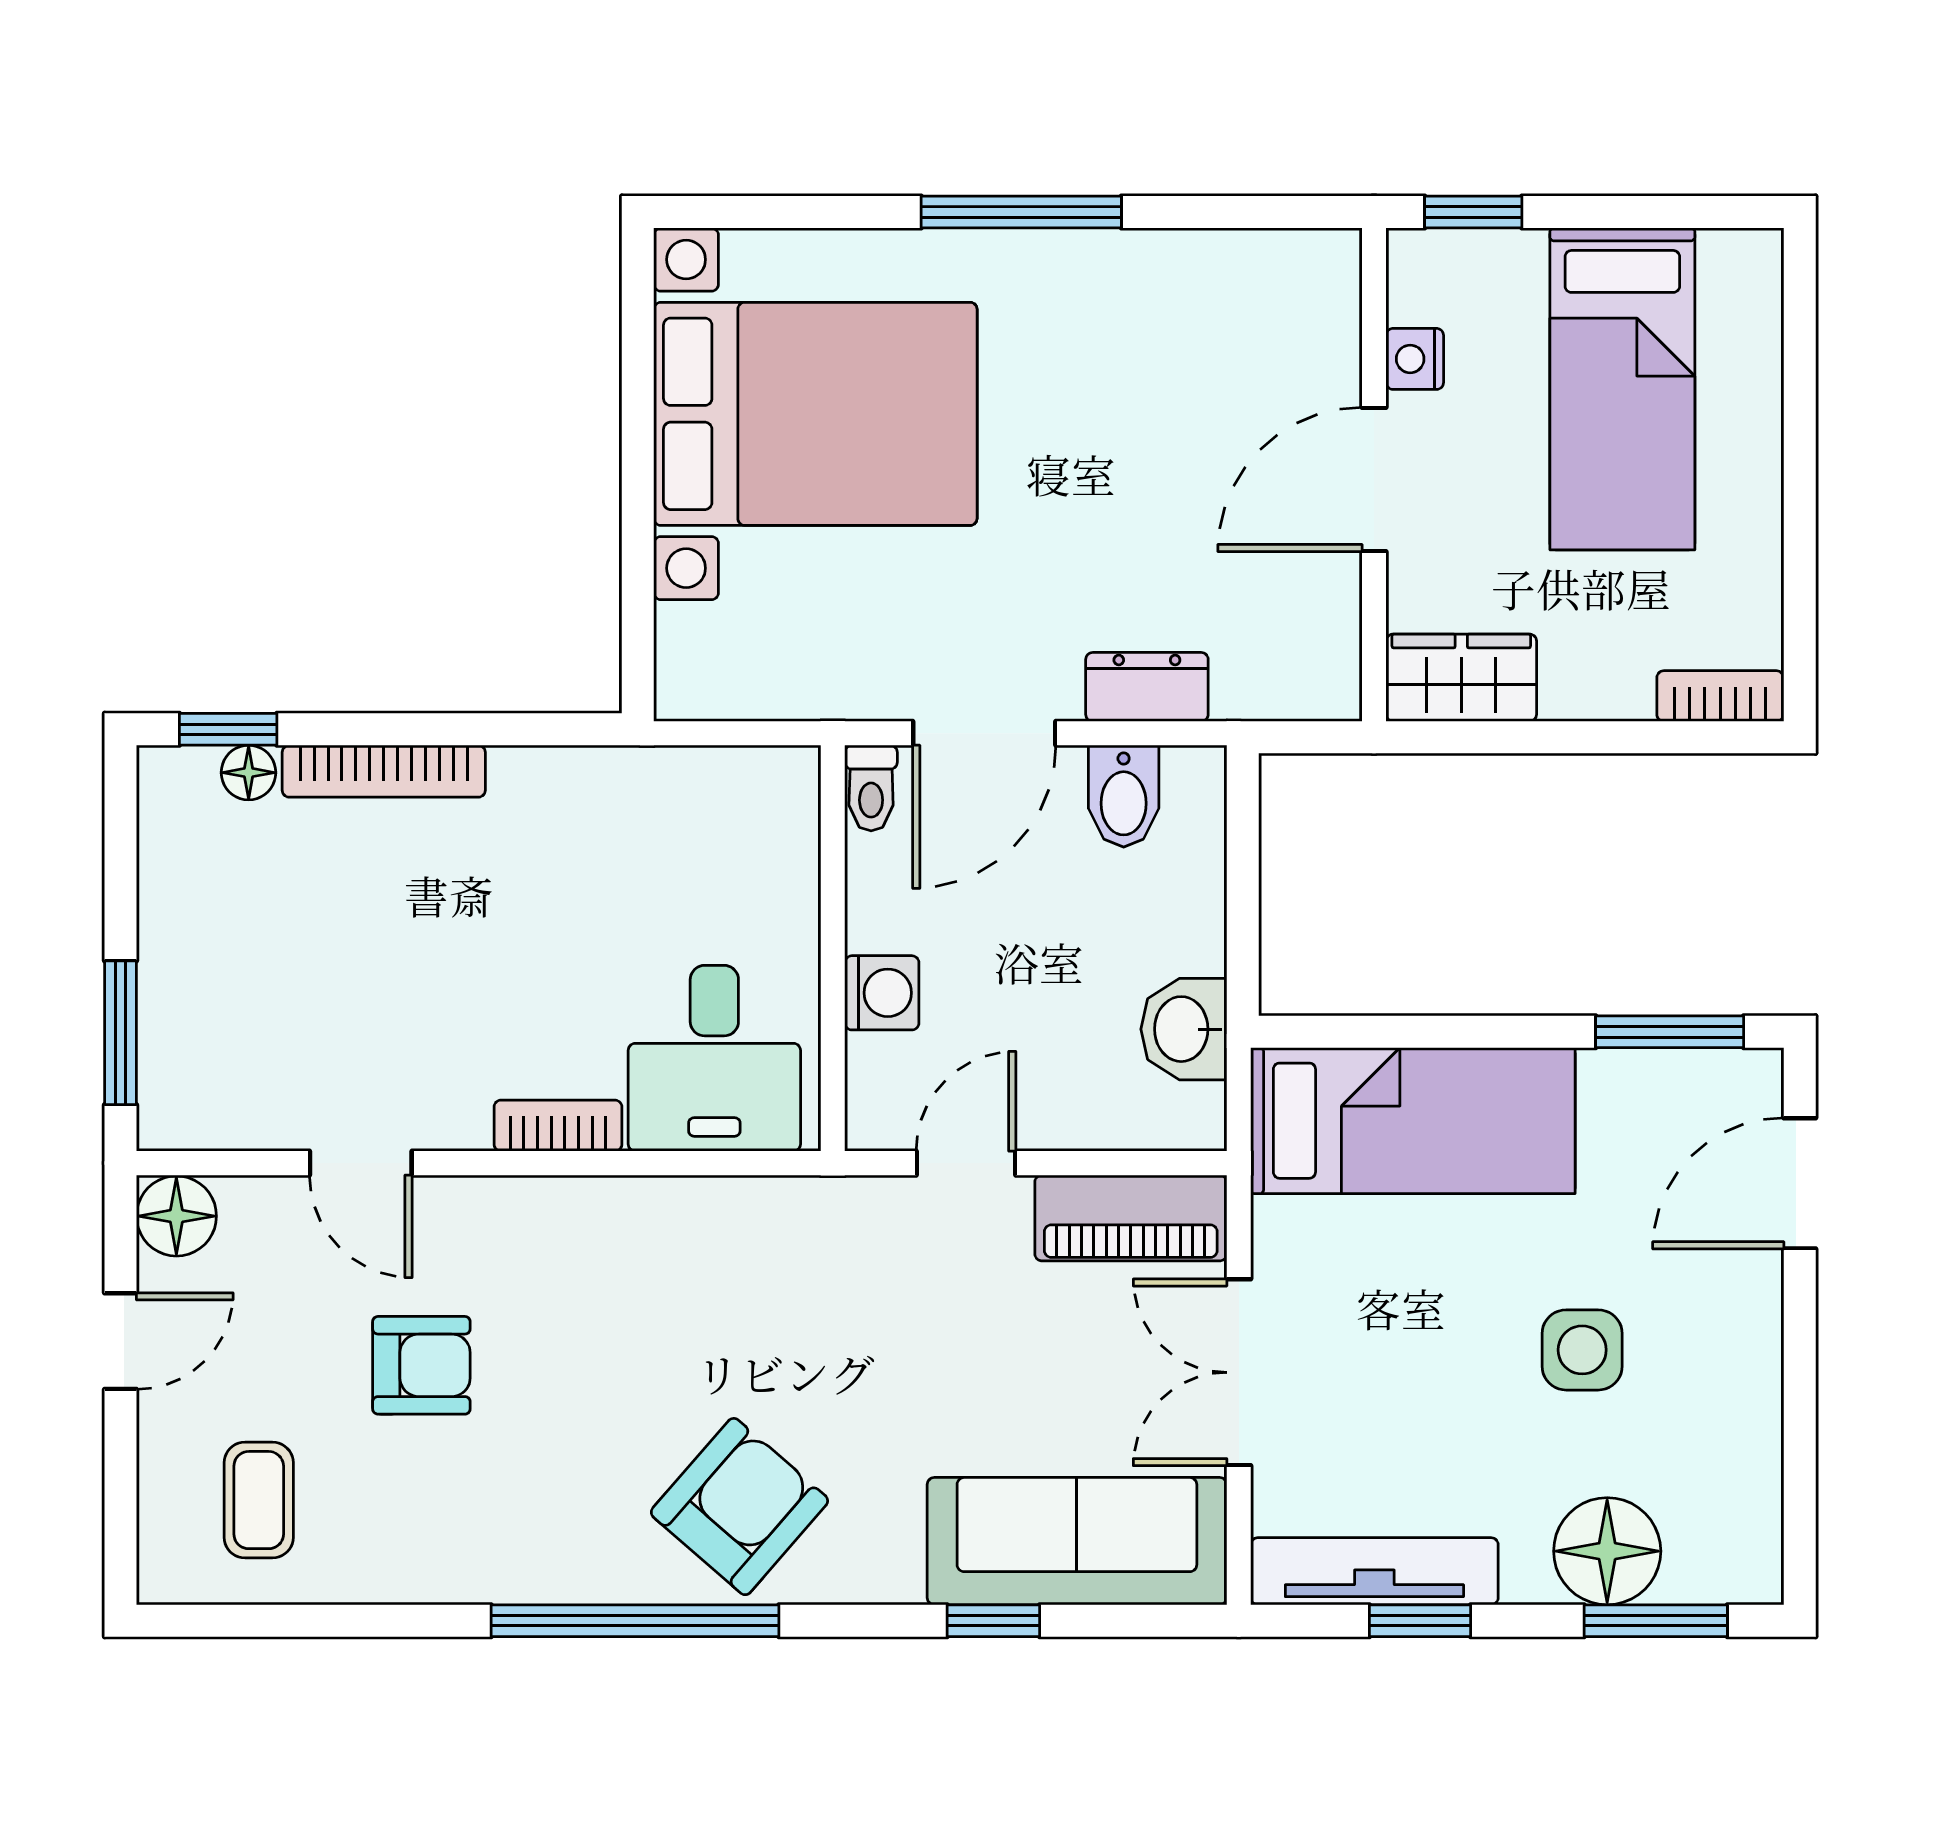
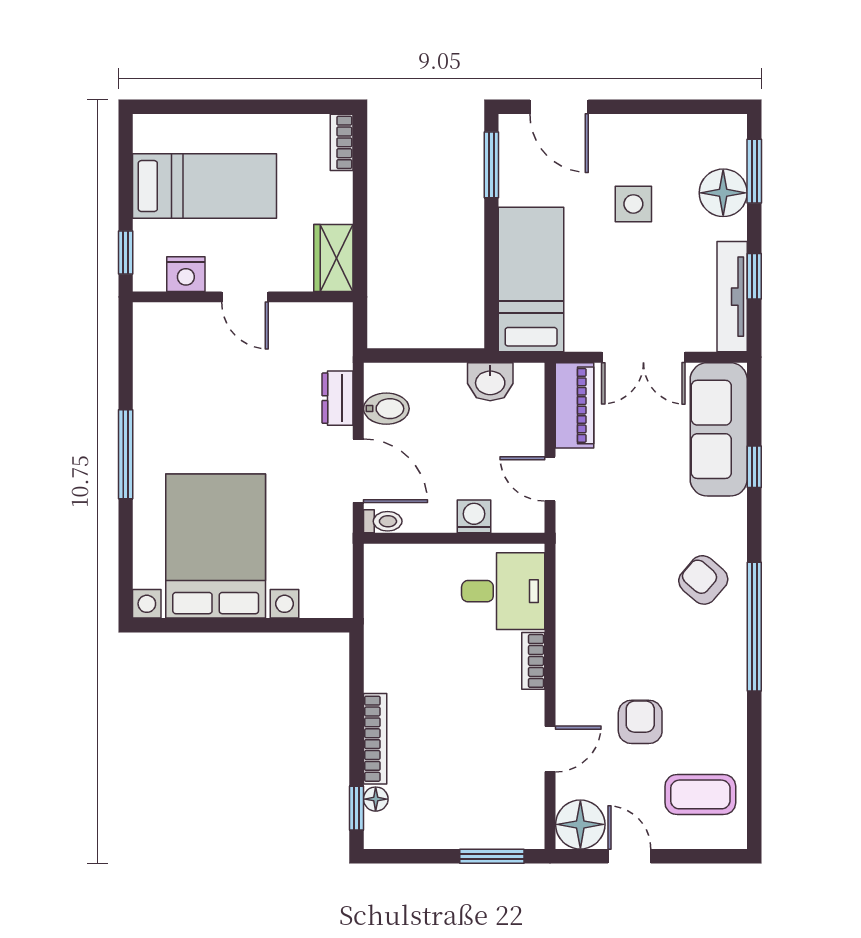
nightstand: (1415, 359) -> (186, 274), width x1.39, depth x1.35
door: (1374, 479) -> (245, 297), width x0.73
floor lamp: (176, 1216) -> (580, 824), width x1.38, depth x1.38
coffee table: (259, 1500) -> (700, 794), width x1.36, depth x1.30
armchair: (739, 1507) -> (703, 580), width x0.72, depth x0.72

